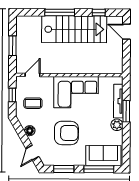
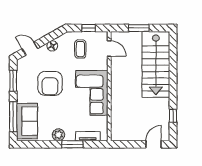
window: (60, 12) -> (173, 76), removed
stairs: (74, 29) -> (156, 64), moved
tv unit: (118, 101) -> (88, 136), width x0.71

